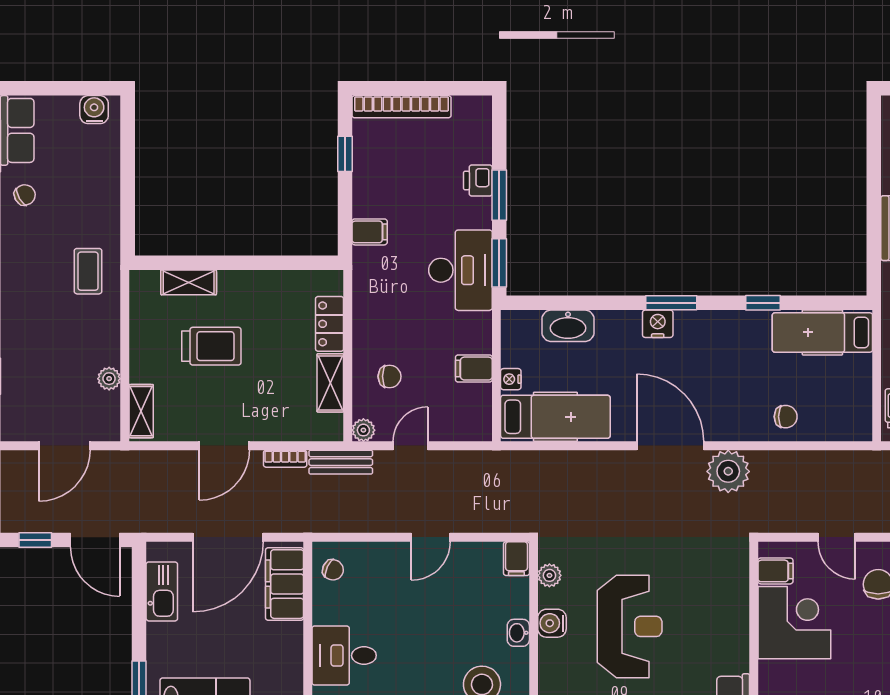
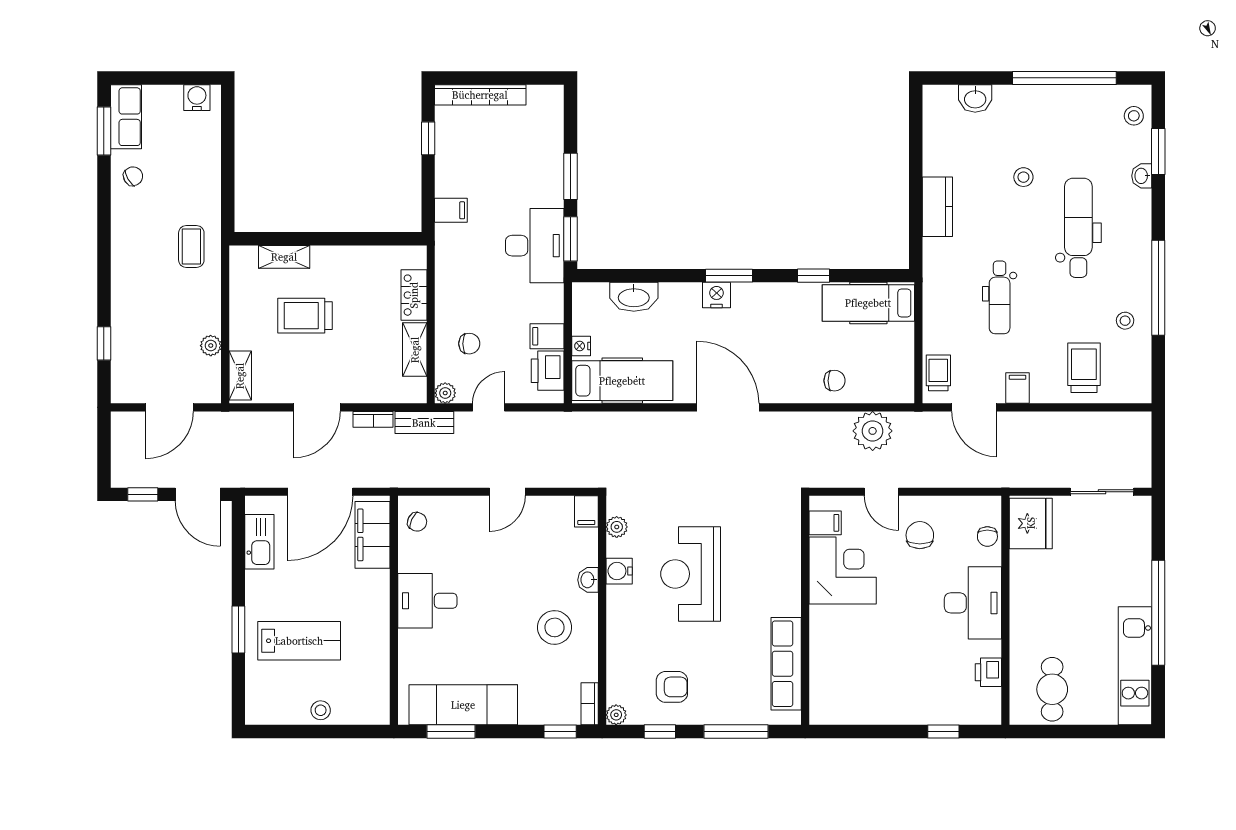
printer: (478, 180) -> (548, 371), moved, width x1.36, depth x1.24
trolley: (211, 346) -> (305, 316), turned 180
plant: (728, 471) -> (873, 431), moved
reception desk: (630, 626) -> (691, 574), turned 180

